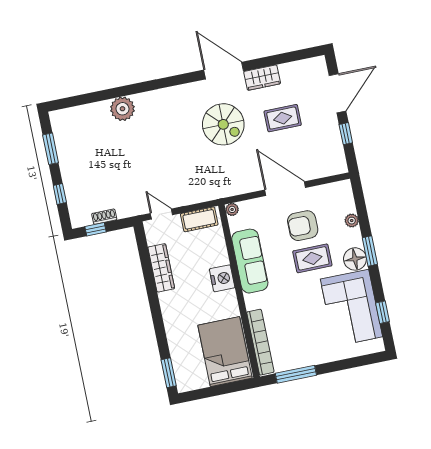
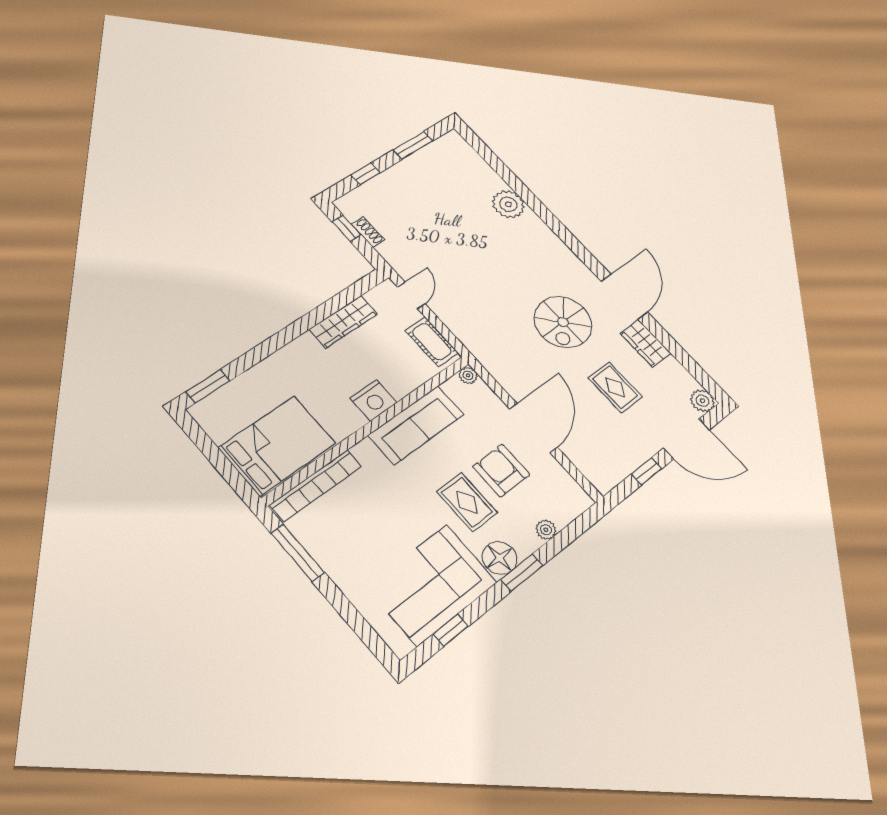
plant: (318, 65) -> (702, 401), added

